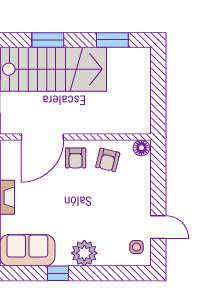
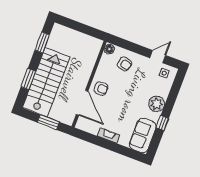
armchair: (108, 160) -> (125, 64), moved

